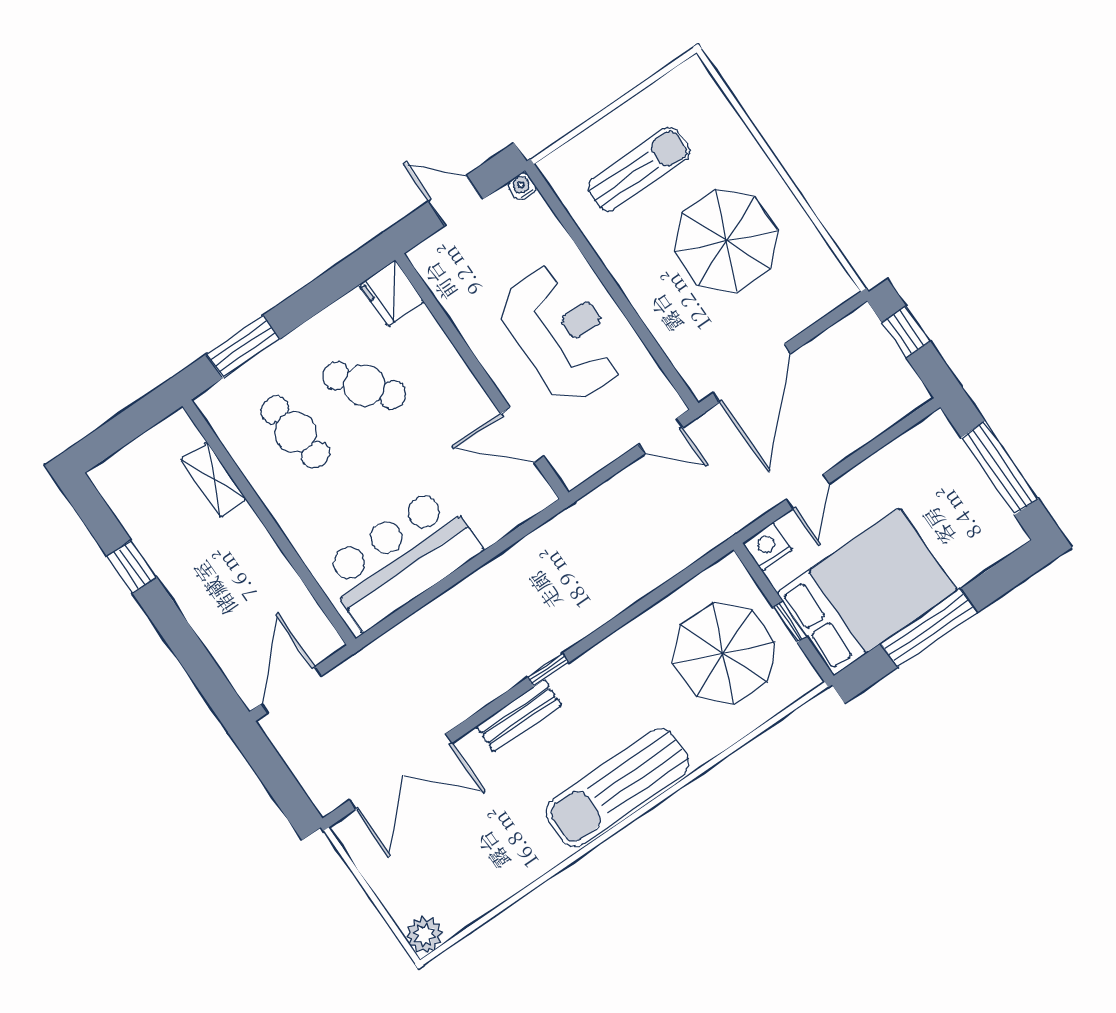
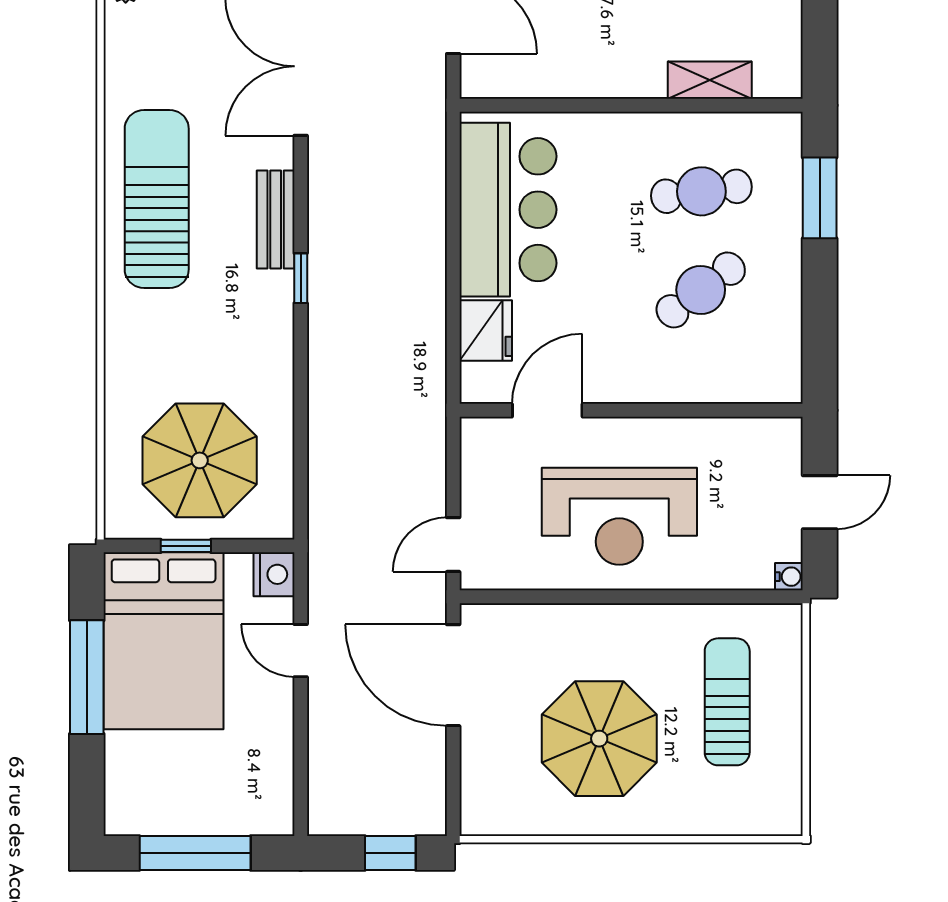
sun lounger: (639, 169) -> (727, 702), turned 180
fridge: (391, 293) -> (486, 331), moved, turned 90
sun lounger: (617, 788) -> (157, 199), moved

